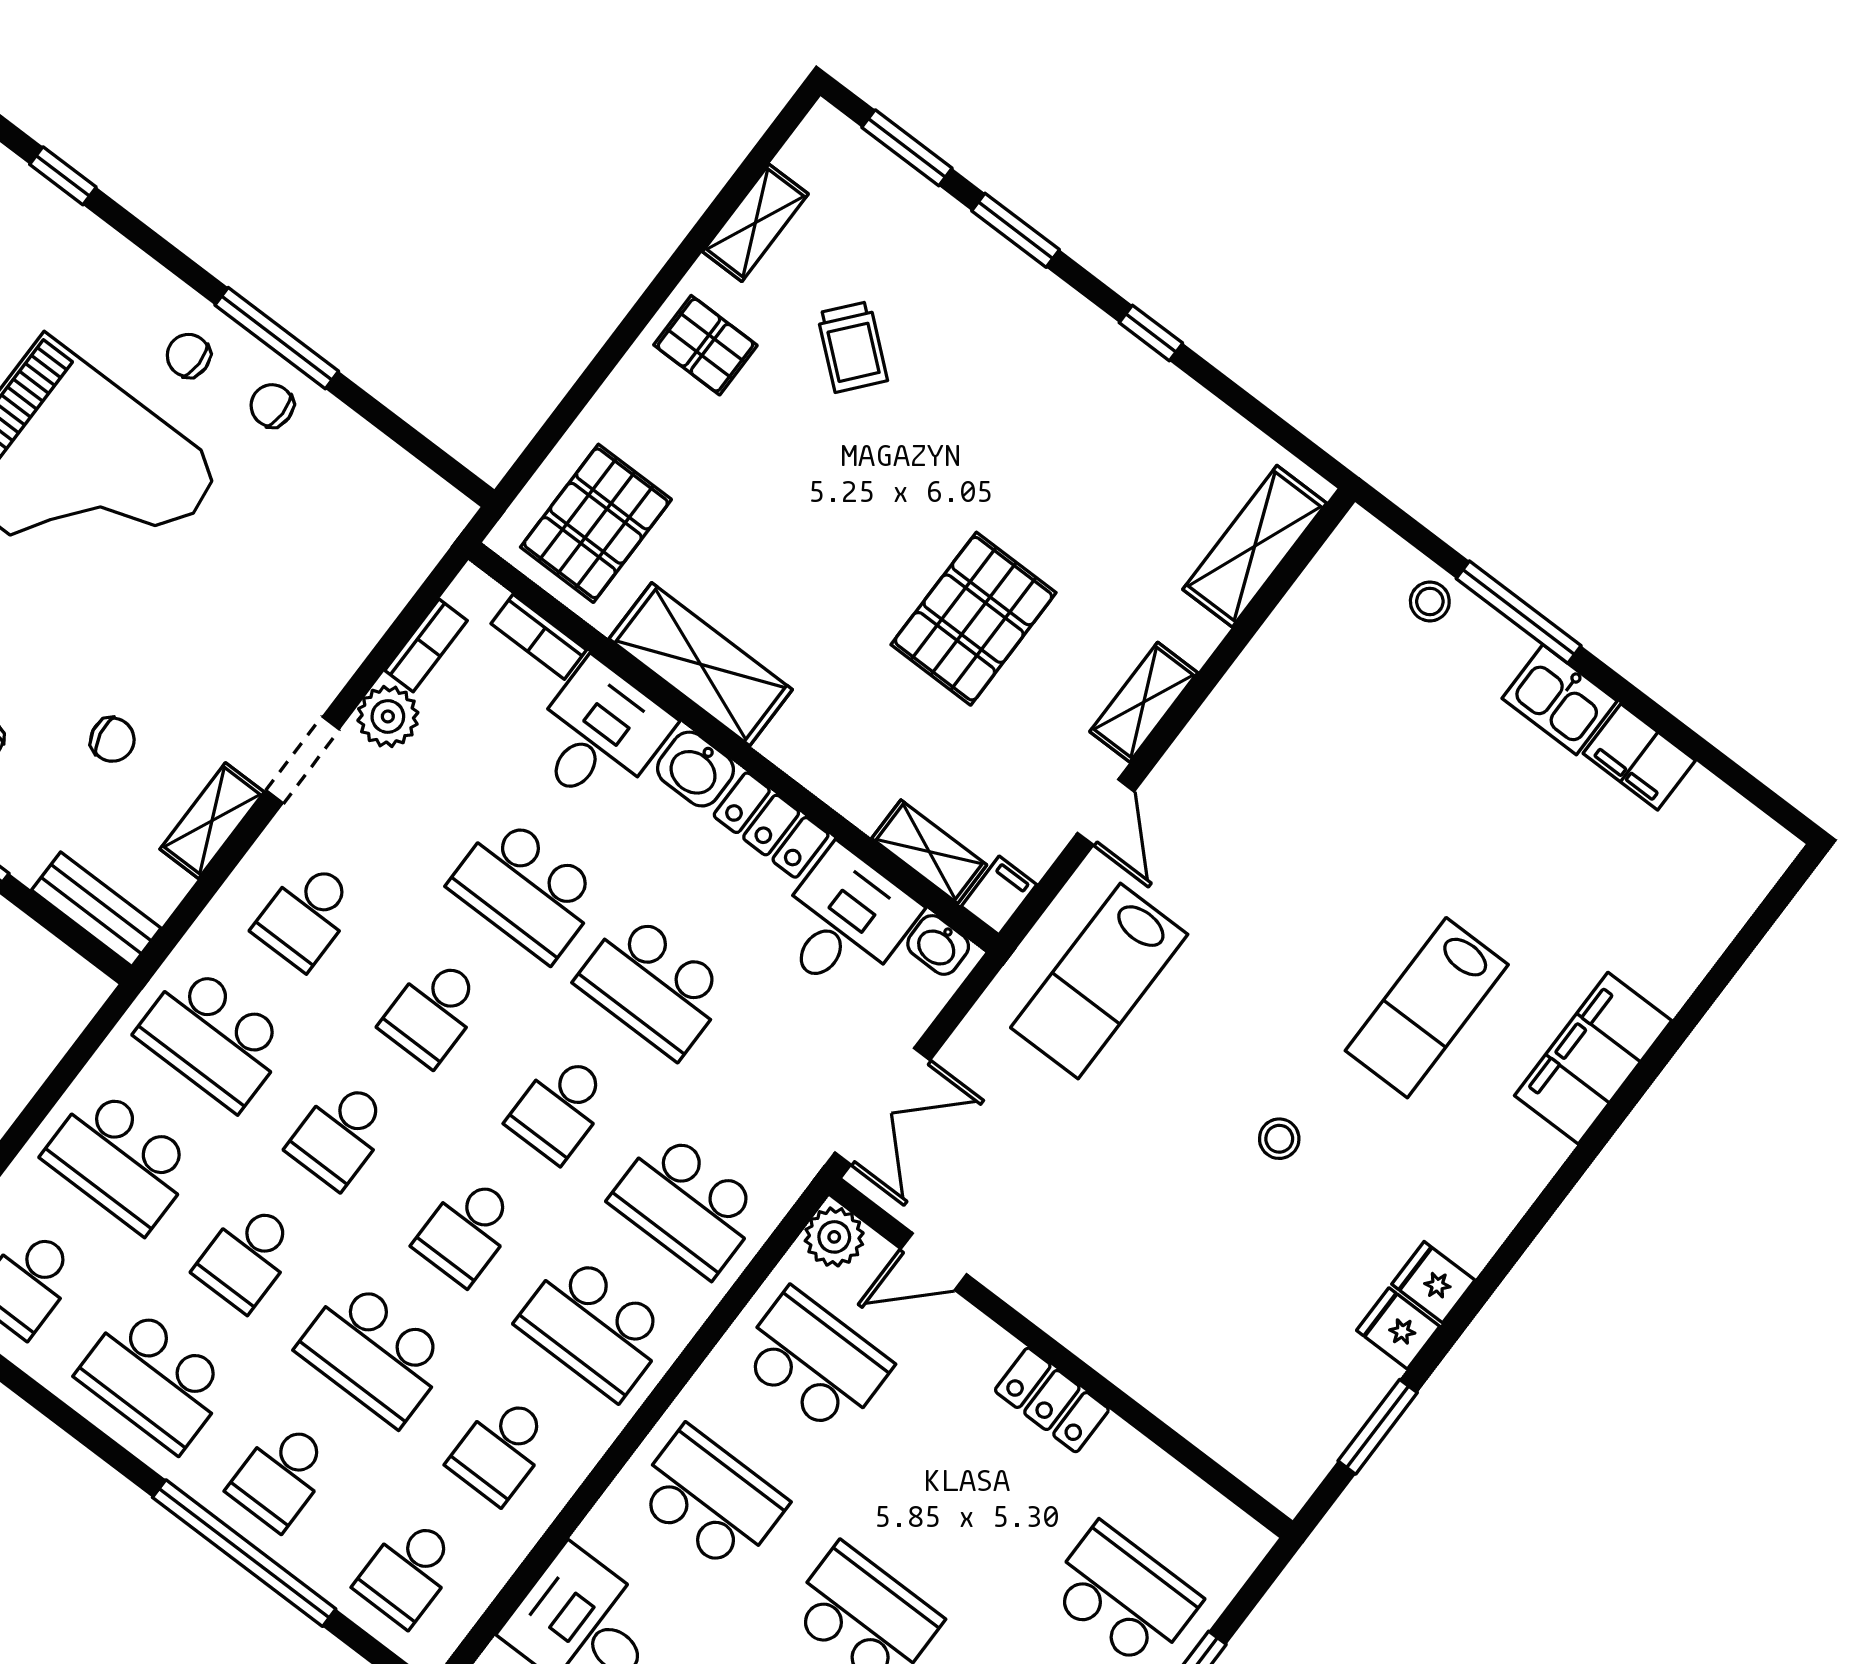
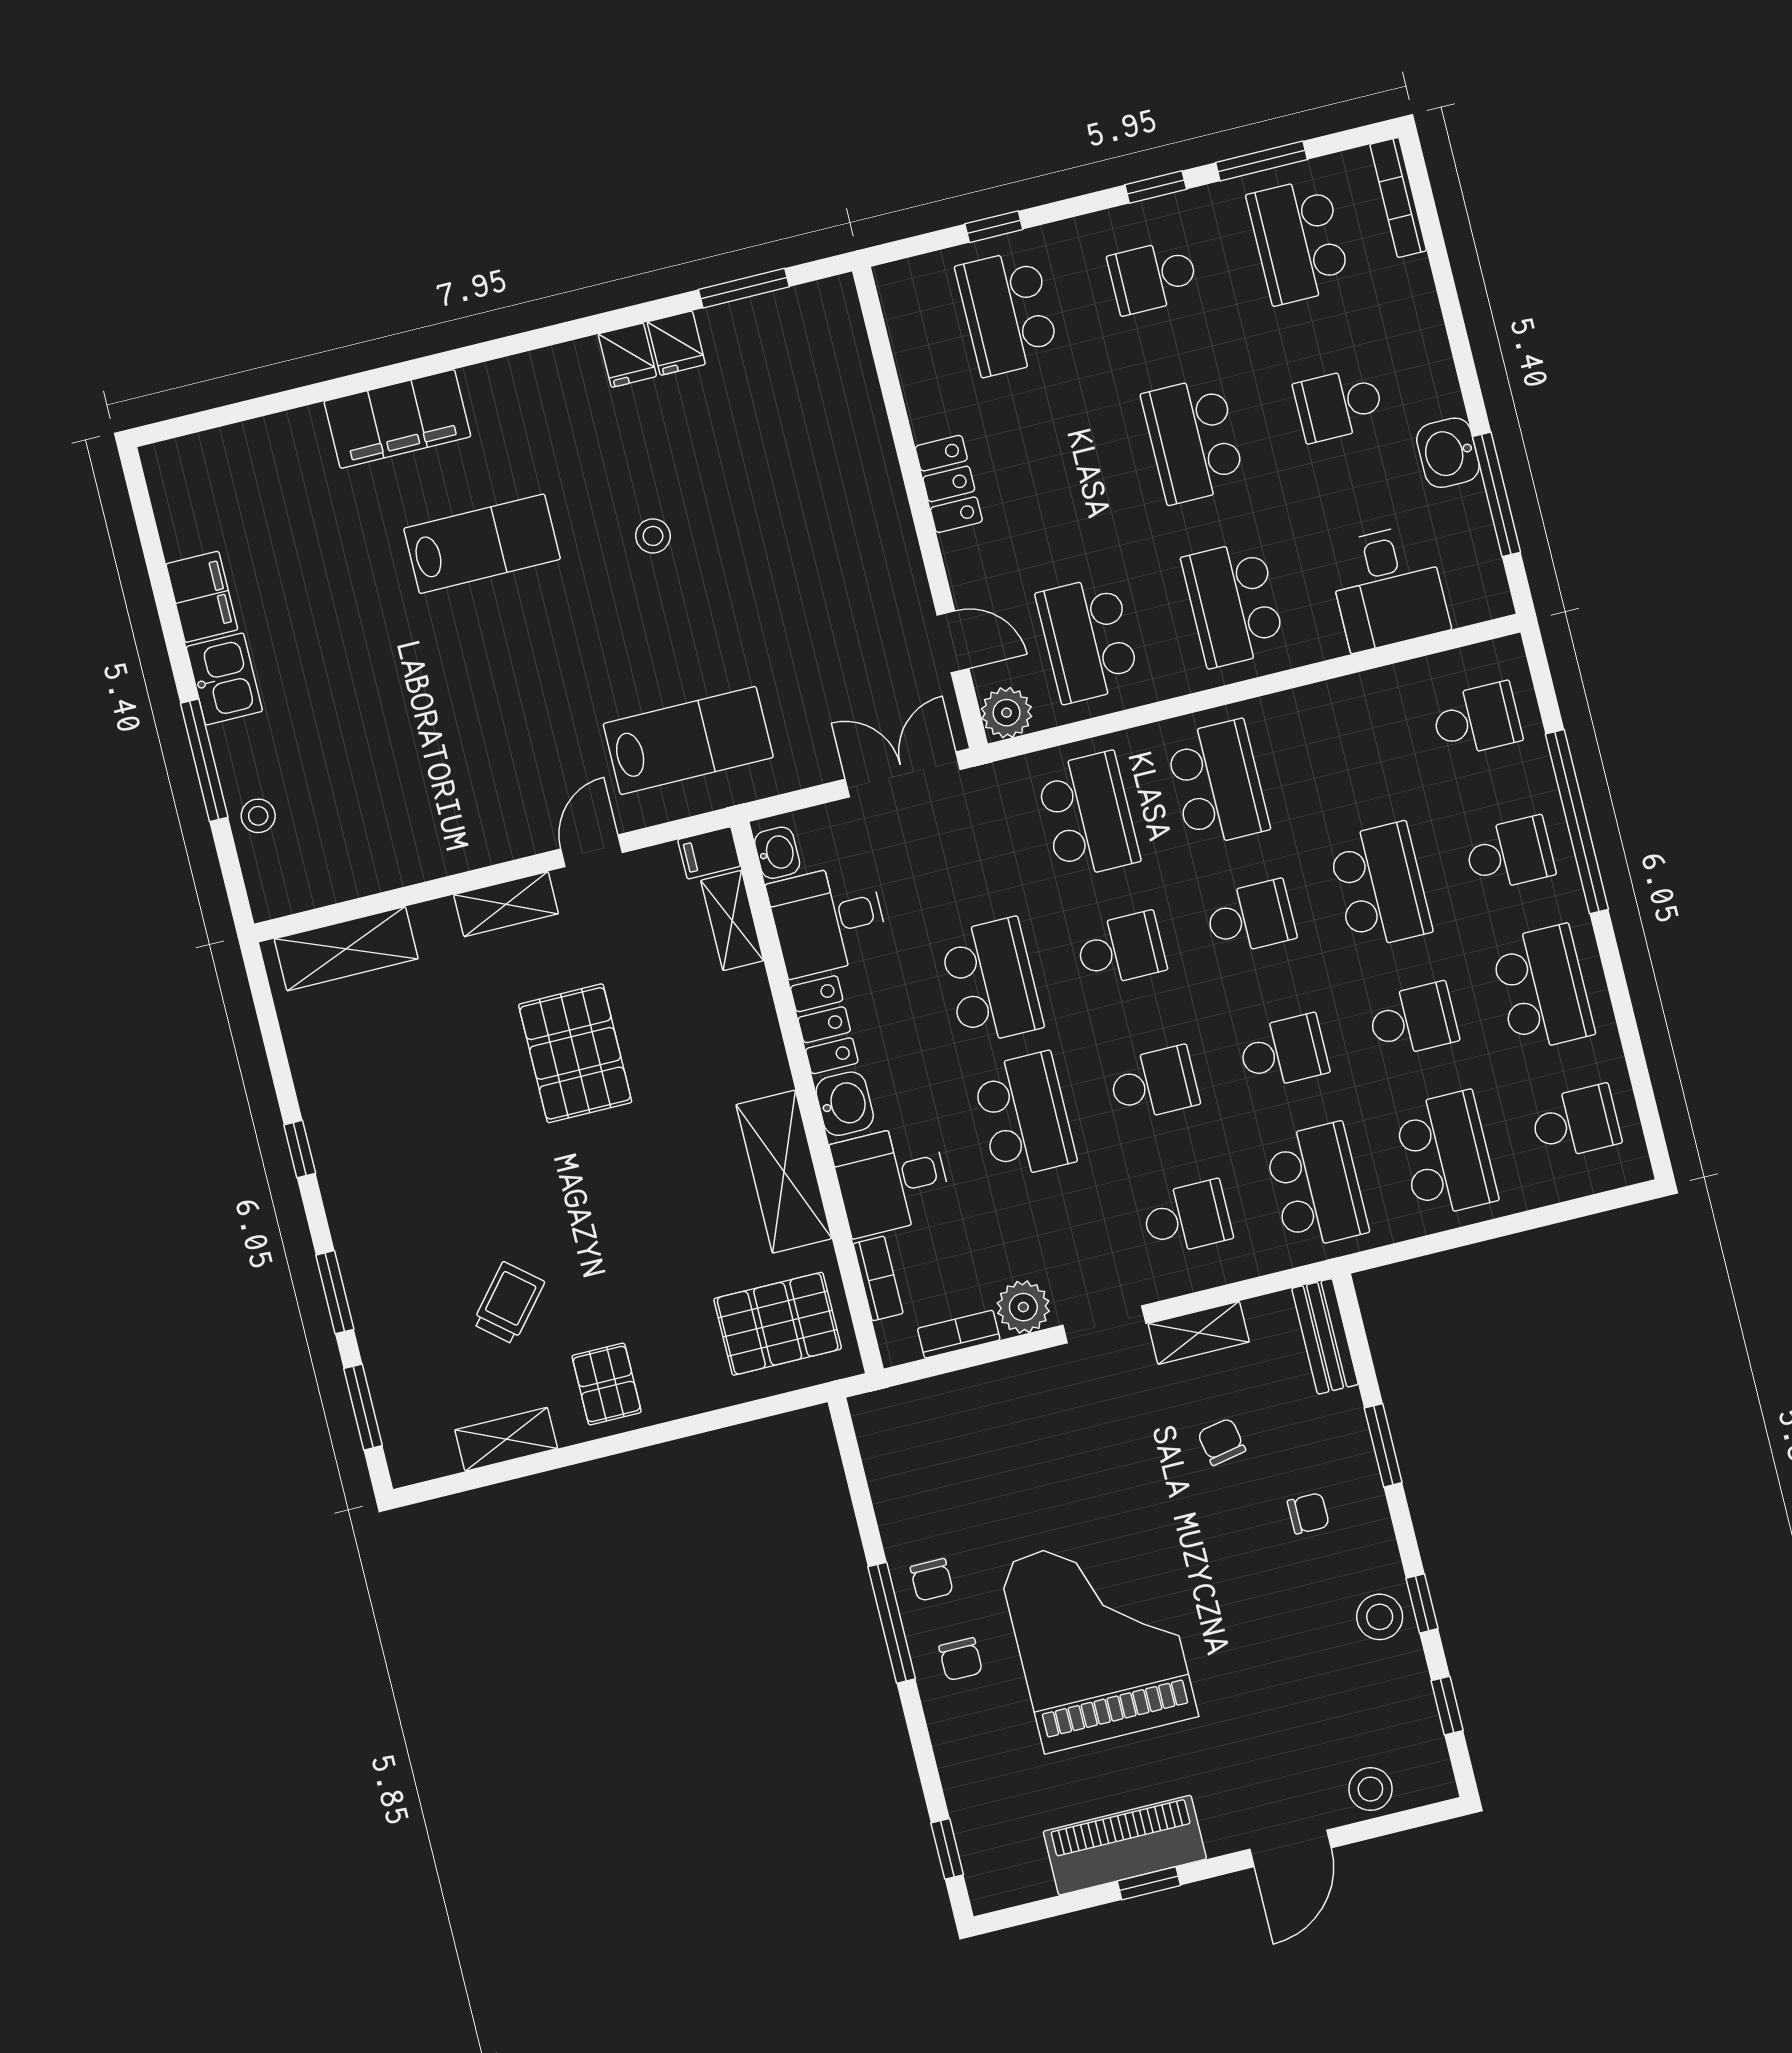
pallet: (974, 619) -> (575, 1053), turned 90
school desk: (501, 1449) -> (1347, 751), removed

